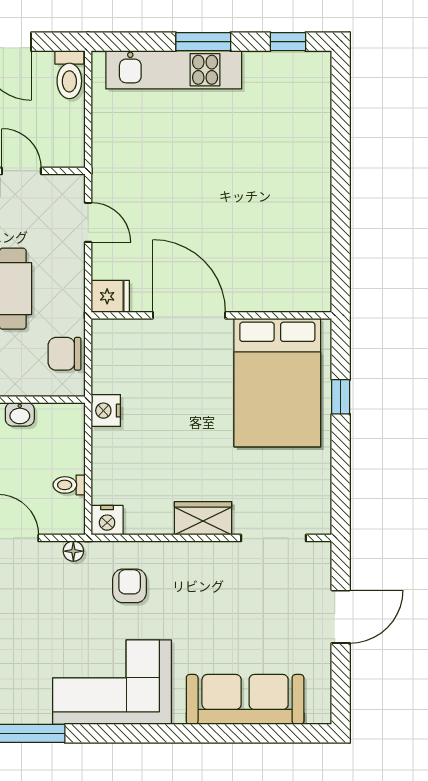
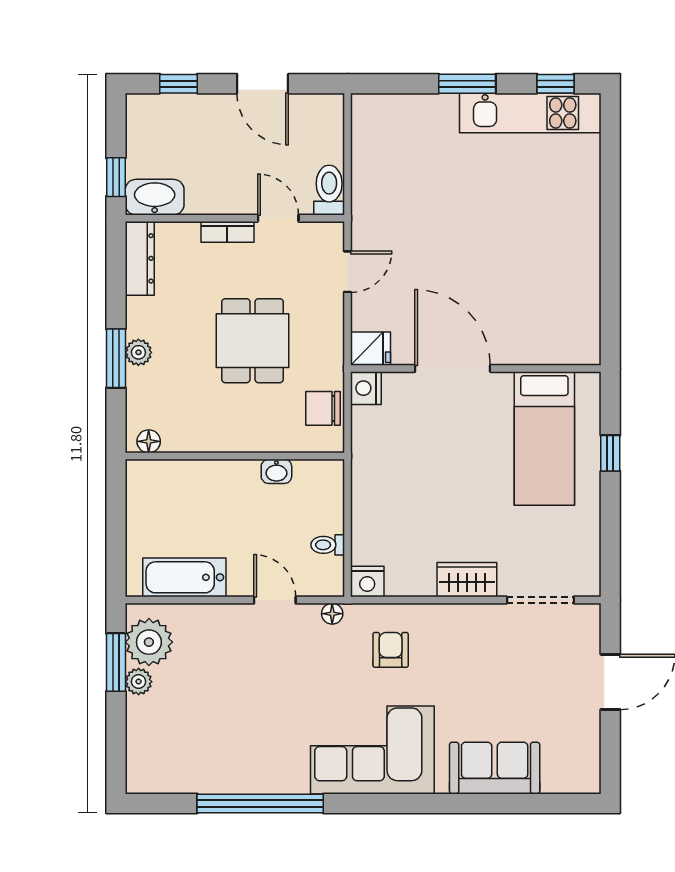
kitchen unit: (174, 70) -> (530, 113), moved
toilet: (69, 75) -> (329, 190), moved, turned 180
door: (88, 222) -> (347, 272), hinge flipped
bed: (277, 383) -> (544, 438), width x0.67
nightstand: (106, 411) -> (366, 388), moved
sofa: (245, 699) -> (495, 768), width x0.73

